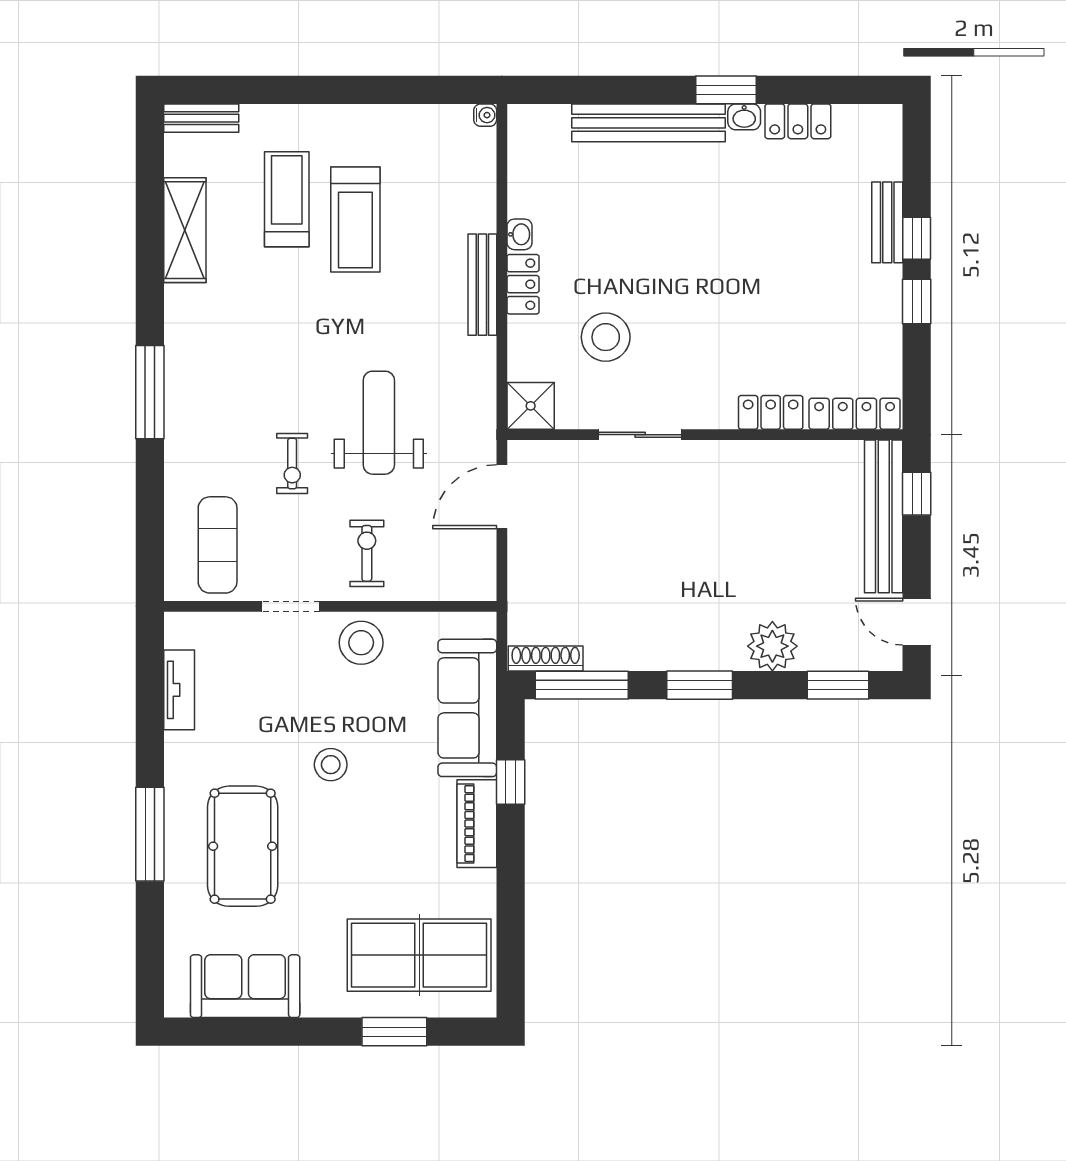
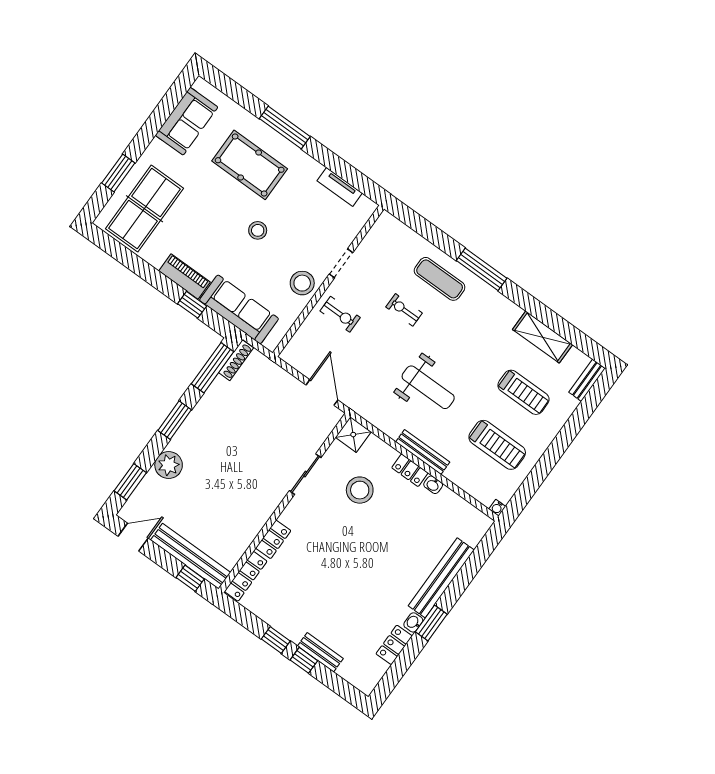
treadmill: (355, 219) -> (497, 445), moved, turned 180
weight bench: (379, 423) -> (428, 387), moved
exercise mat: (218, 545) -> (440, 279), moved

